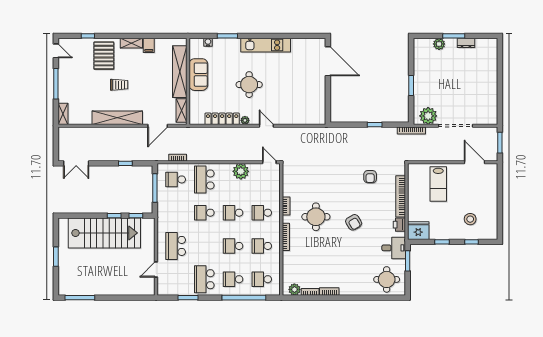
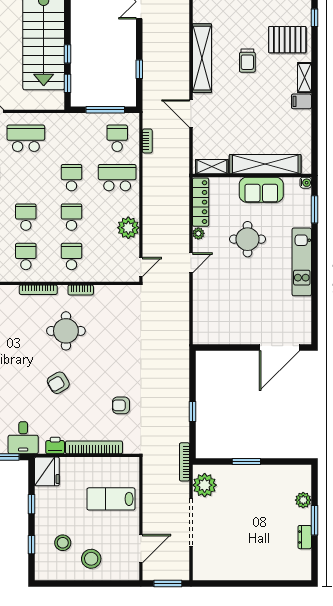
shelving: (180, 72) -> (265, 164), moved
sofa: (198, 75) -> (261, 190), moved
wall: (188, 81) -> (252, 175), moved
shelving: (181, 110) -> (212, 167), moved
stool: (482, 198) -> (91, 559), added

